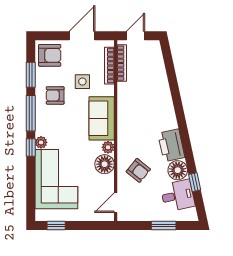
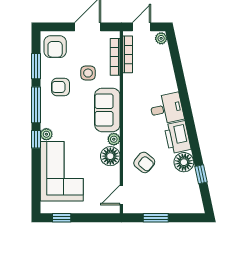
plant: (155, 47) -> (161, 38), added
armchair: (50, 55) -> (55, 47), turned 90
desk: (178, 196) -> (167, 109), moved
window: (164, 225) -> (156, 218), moved

